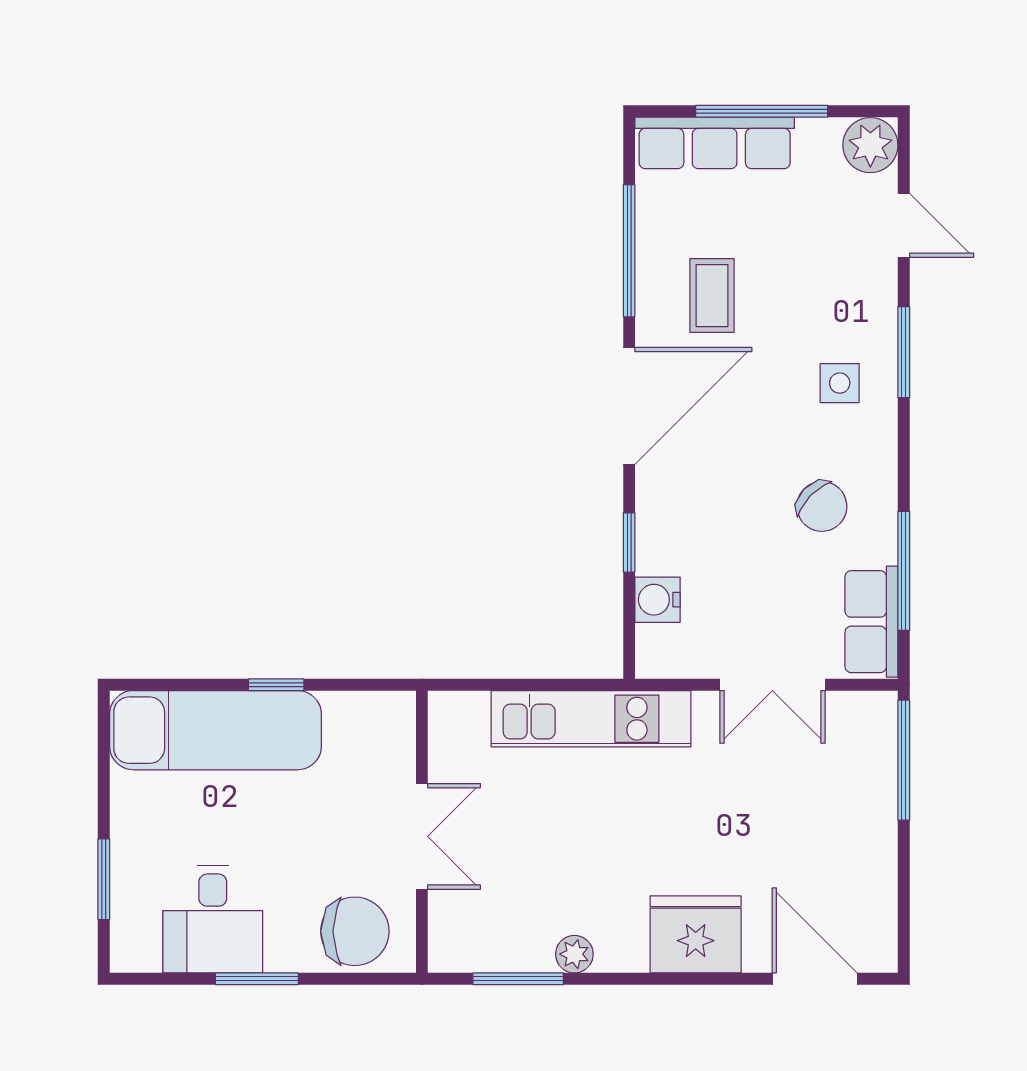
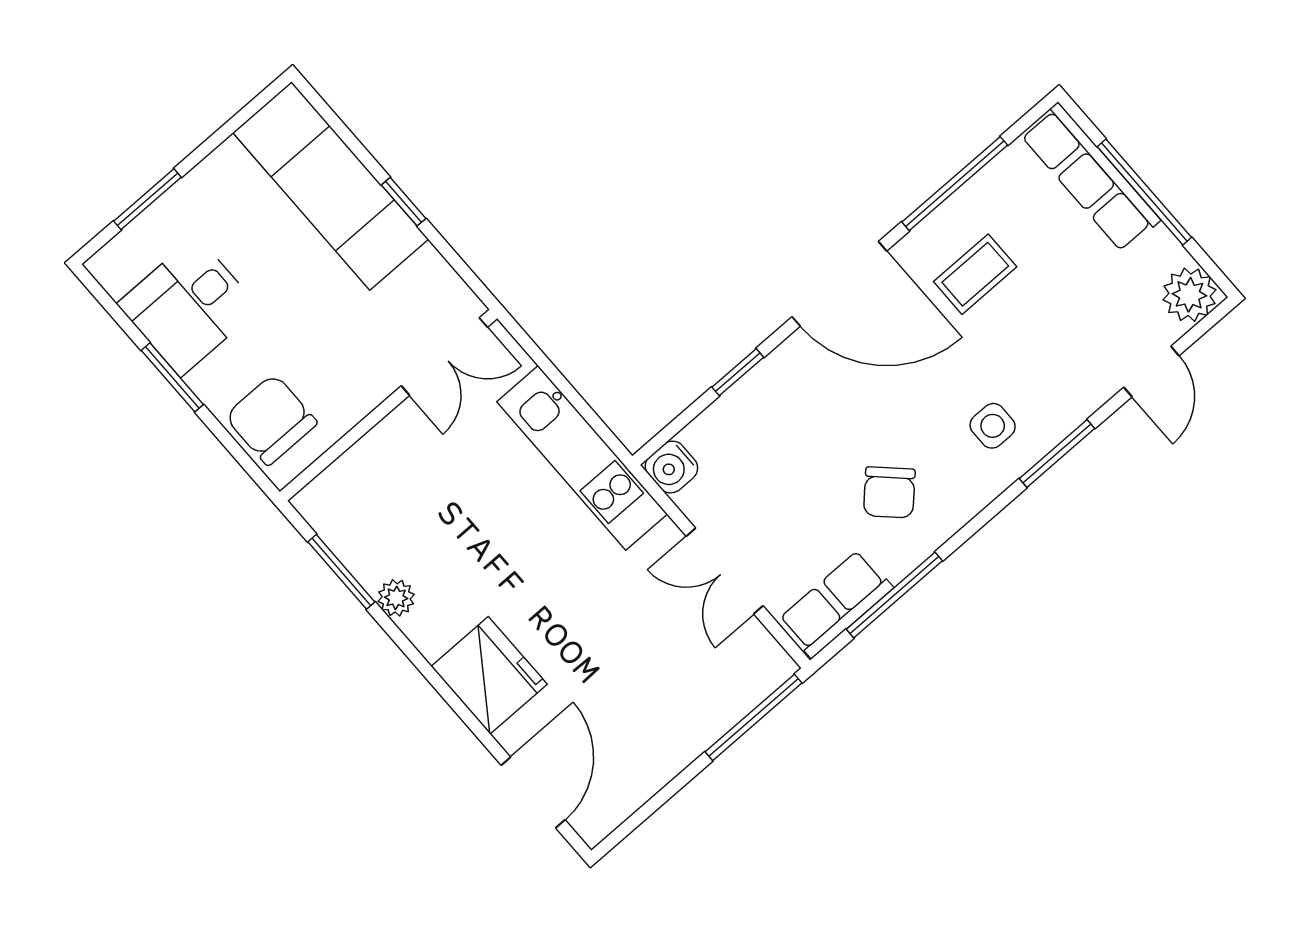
water cooler: (658, 600) -> (671, 467), moved, turned -90
double door: (422, 836) -> (444, 357), moved
chair: (355, 931) -> (271, 420), turned 180

